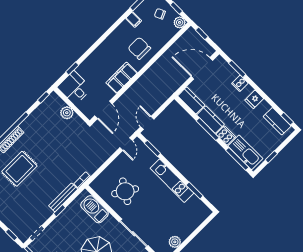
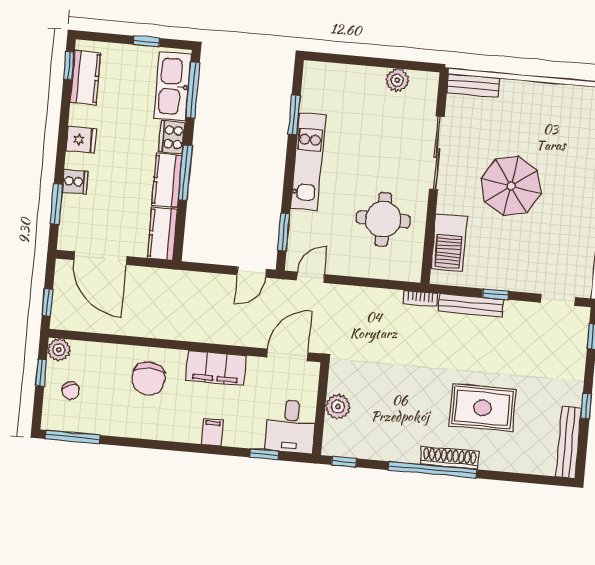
filing cabinet: (134, 20) -> (212, 432), moved
round table: (125, 191) -> (383, 219), turned -32

